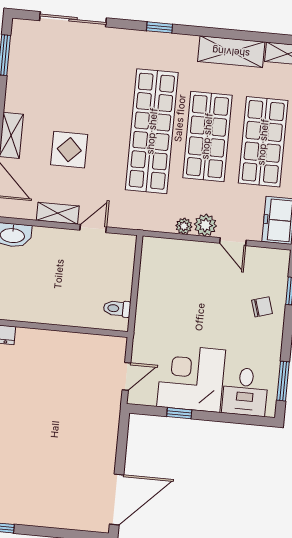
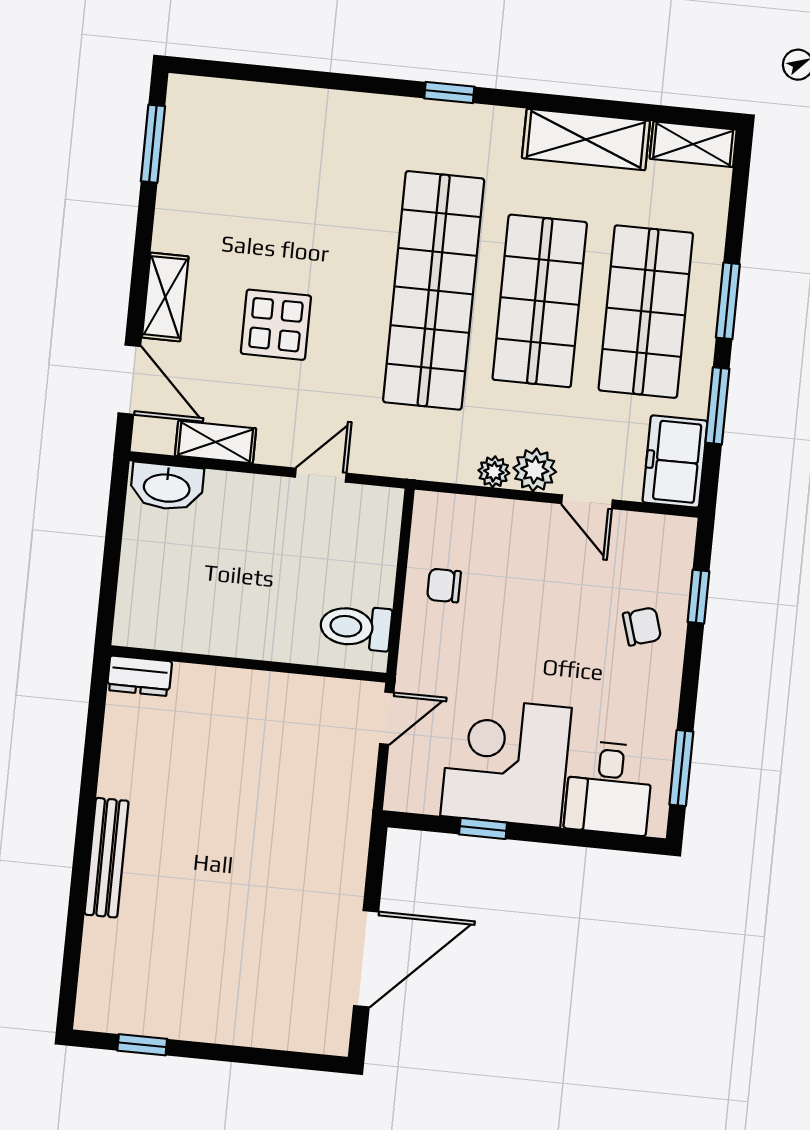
sliding door: (73, 19) -> (285, 76), removed
shelving: (58, 213) -> (216, 442), moved
chair: (158, 286) -> (444, 585), added
toilet: (117, 309) -> (356, 627), width x1.37, depth x1.39
door: (126, 376) -> (387, 718), moved
door: (117, 500) -> (366, 959), moved

